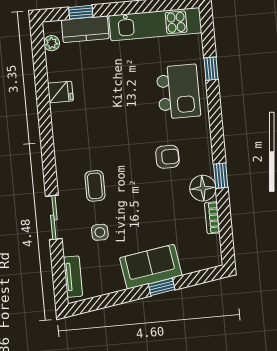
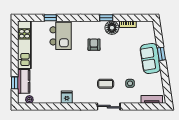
fridge: (60, 92) -> (67, 97), moved
kitchen island: (178, 92) -> (61, 36), turned 90
sliding door: (54, 217) -> (109, 107), moved

